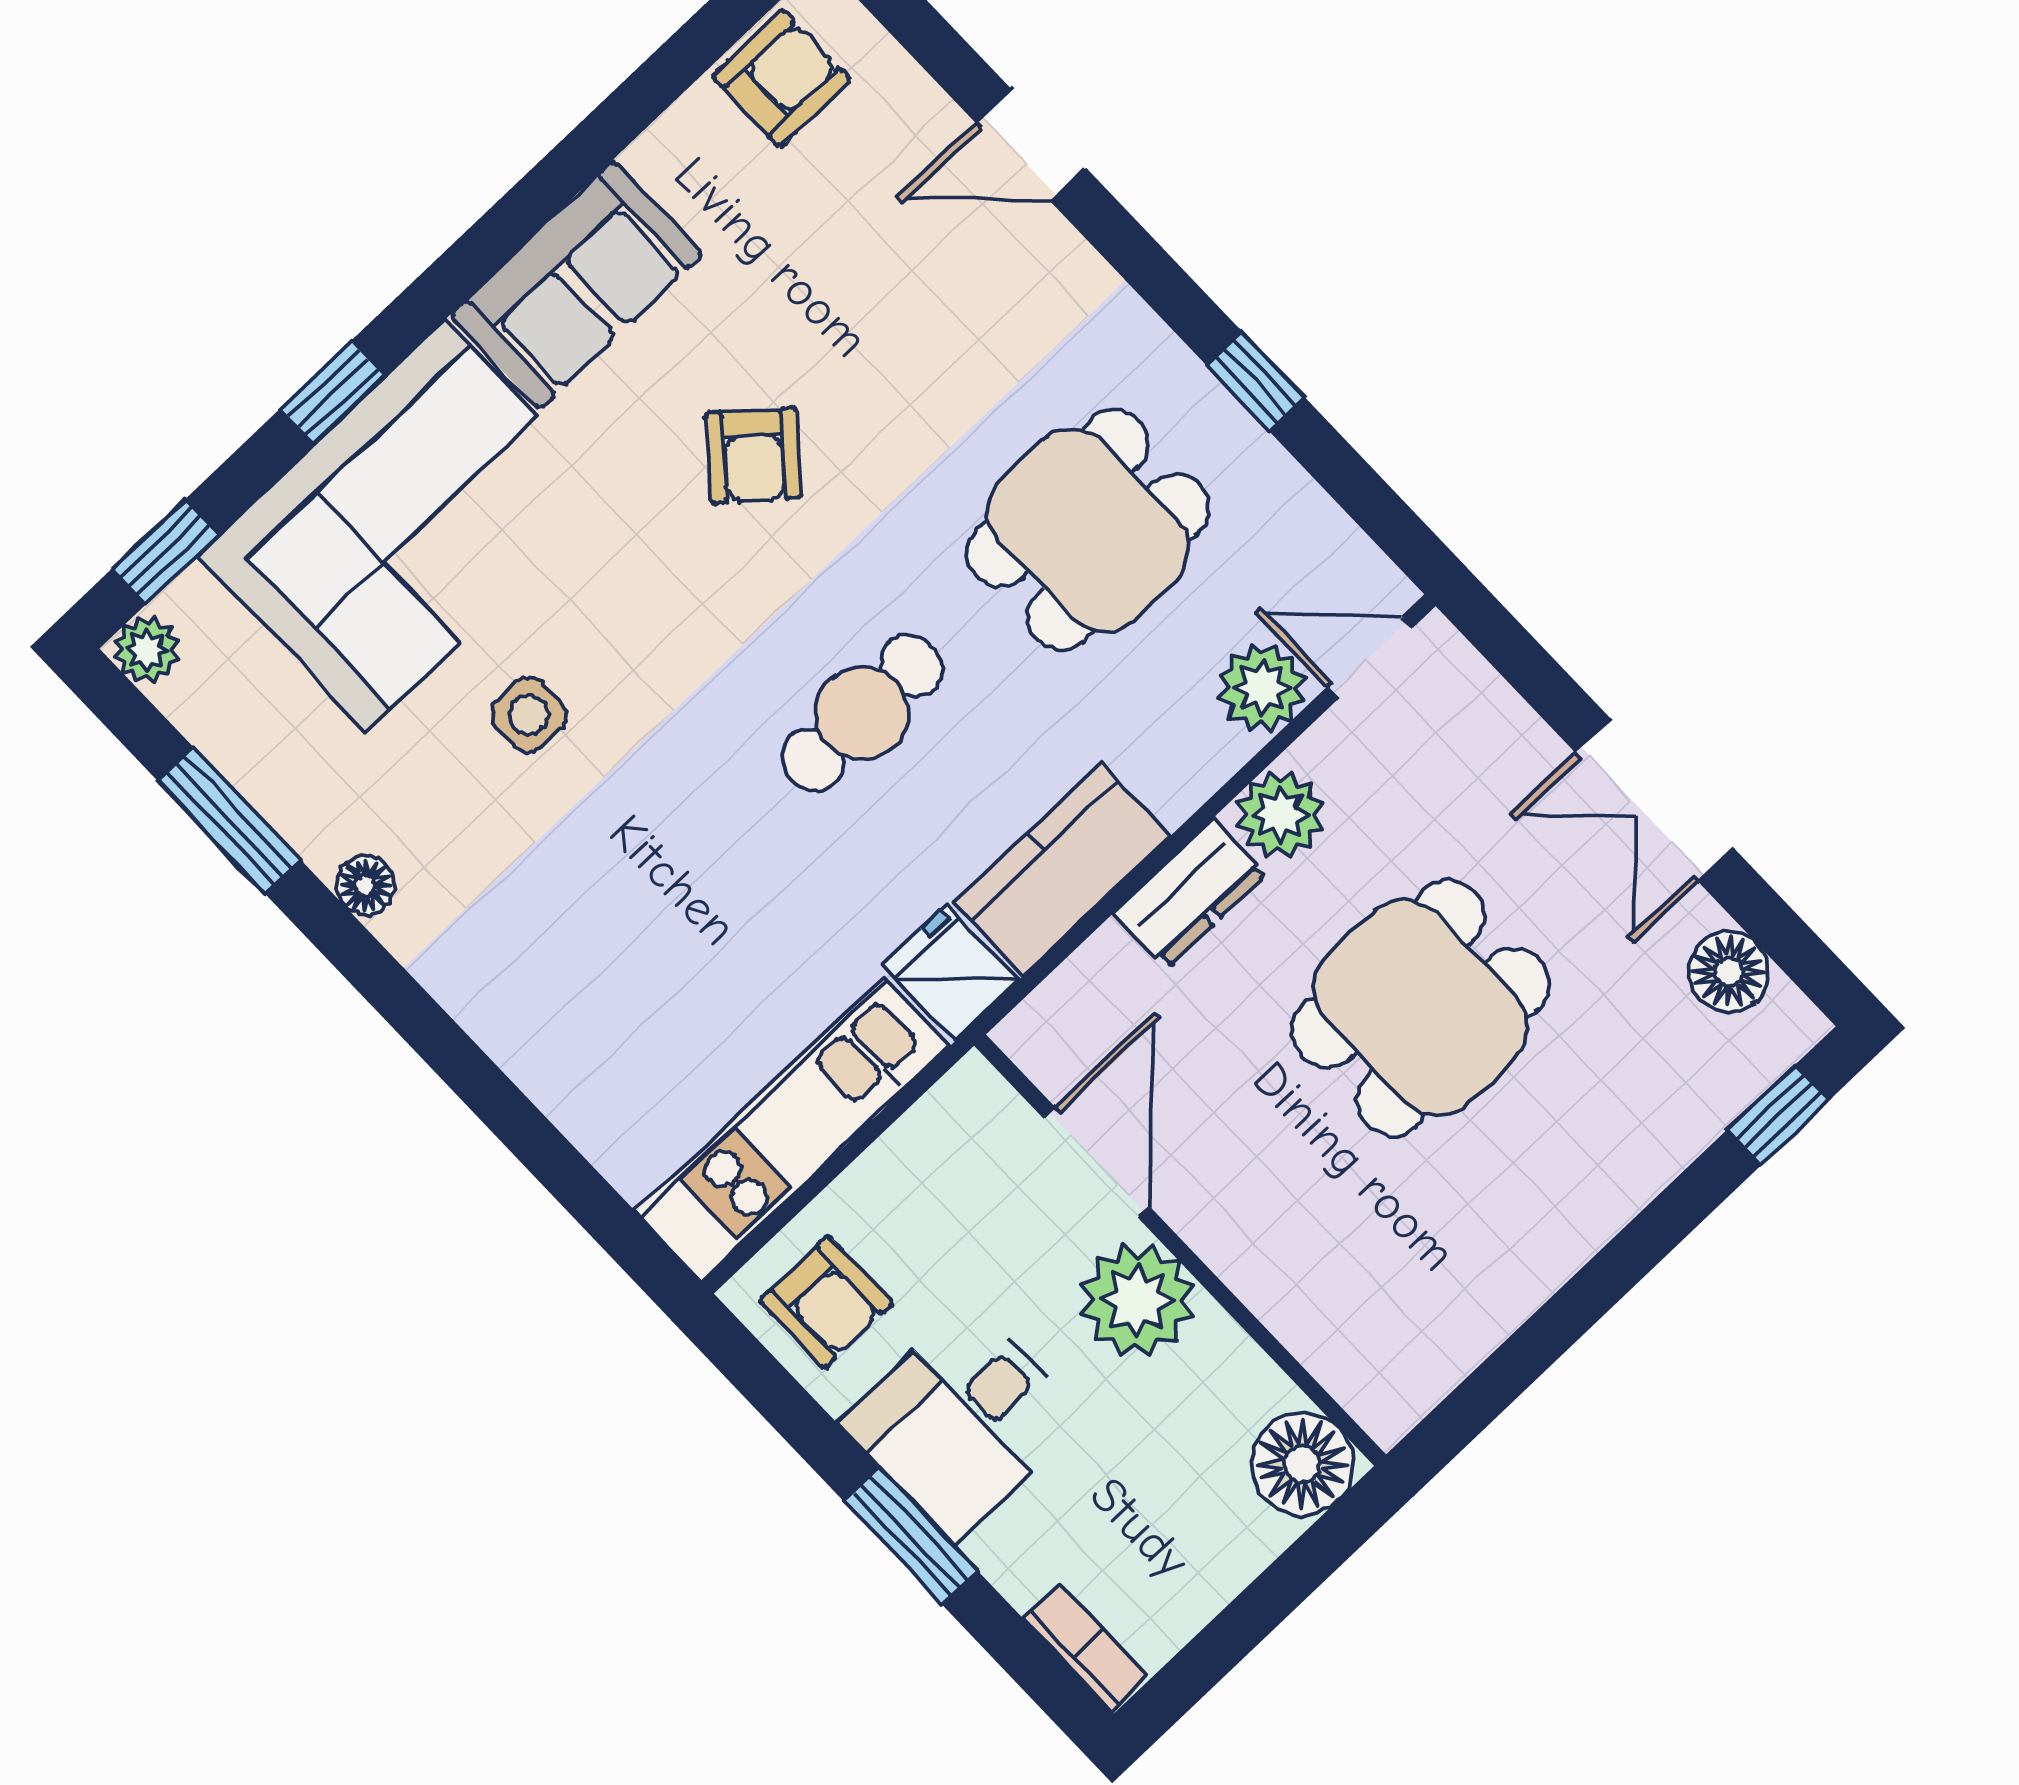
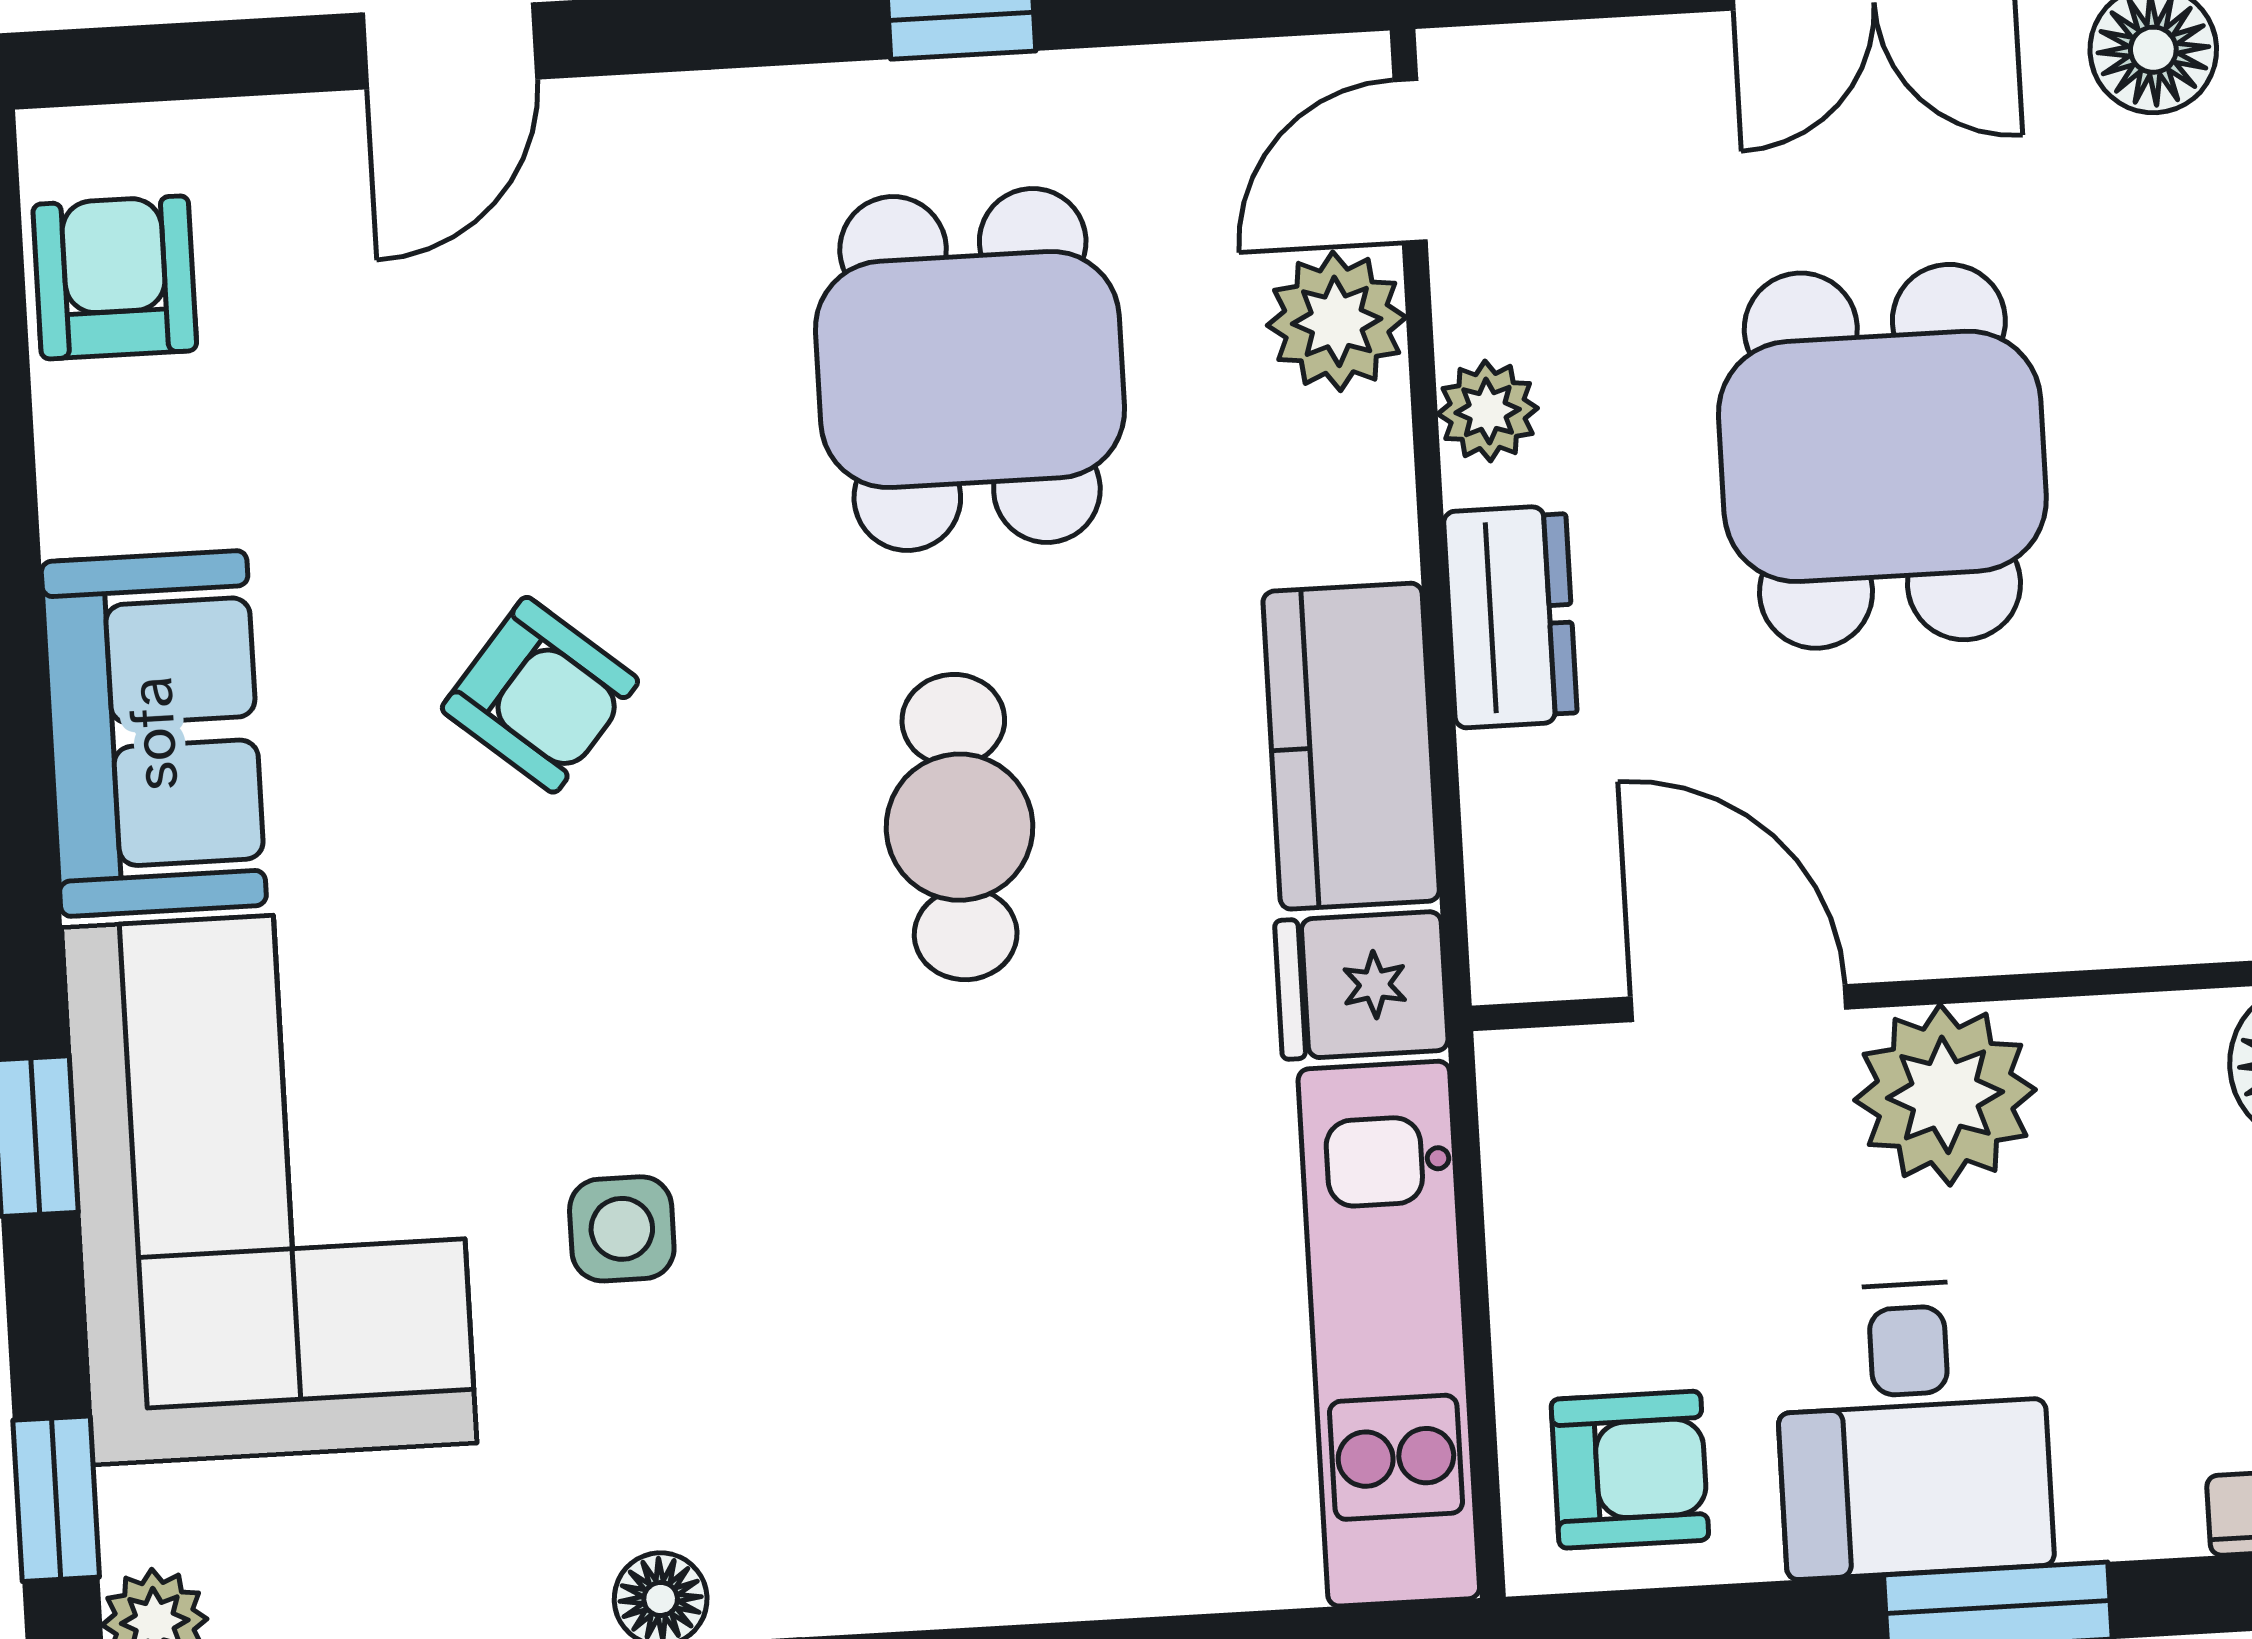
plant: (1280, 815) -> (1488, 411), width x0.73, depth x0.73

